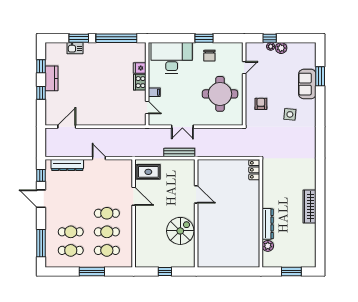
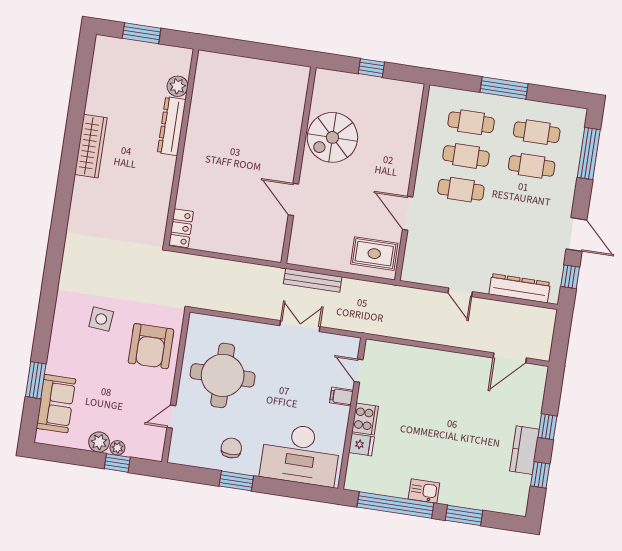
kitchen sink: (75, 48) -> (424, 491), moved
sofa: (307, 84) -> (56, 404), moved
armchair: (261, 104) -> (151, 346), width x1.88, depth x1.88

